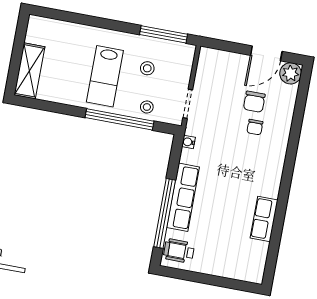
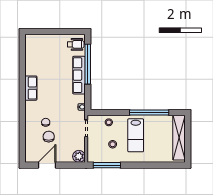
shelving: (29, 71) -> (179, 138), width x1.47
plant: (291, 73) -> (79, 156), moved
lab bench: (105, 76) -> (136, 135), turned 180
window: (119, 119) -> (149, 112), moved
row of seats: (264, 219) -> (31, 88), moved

